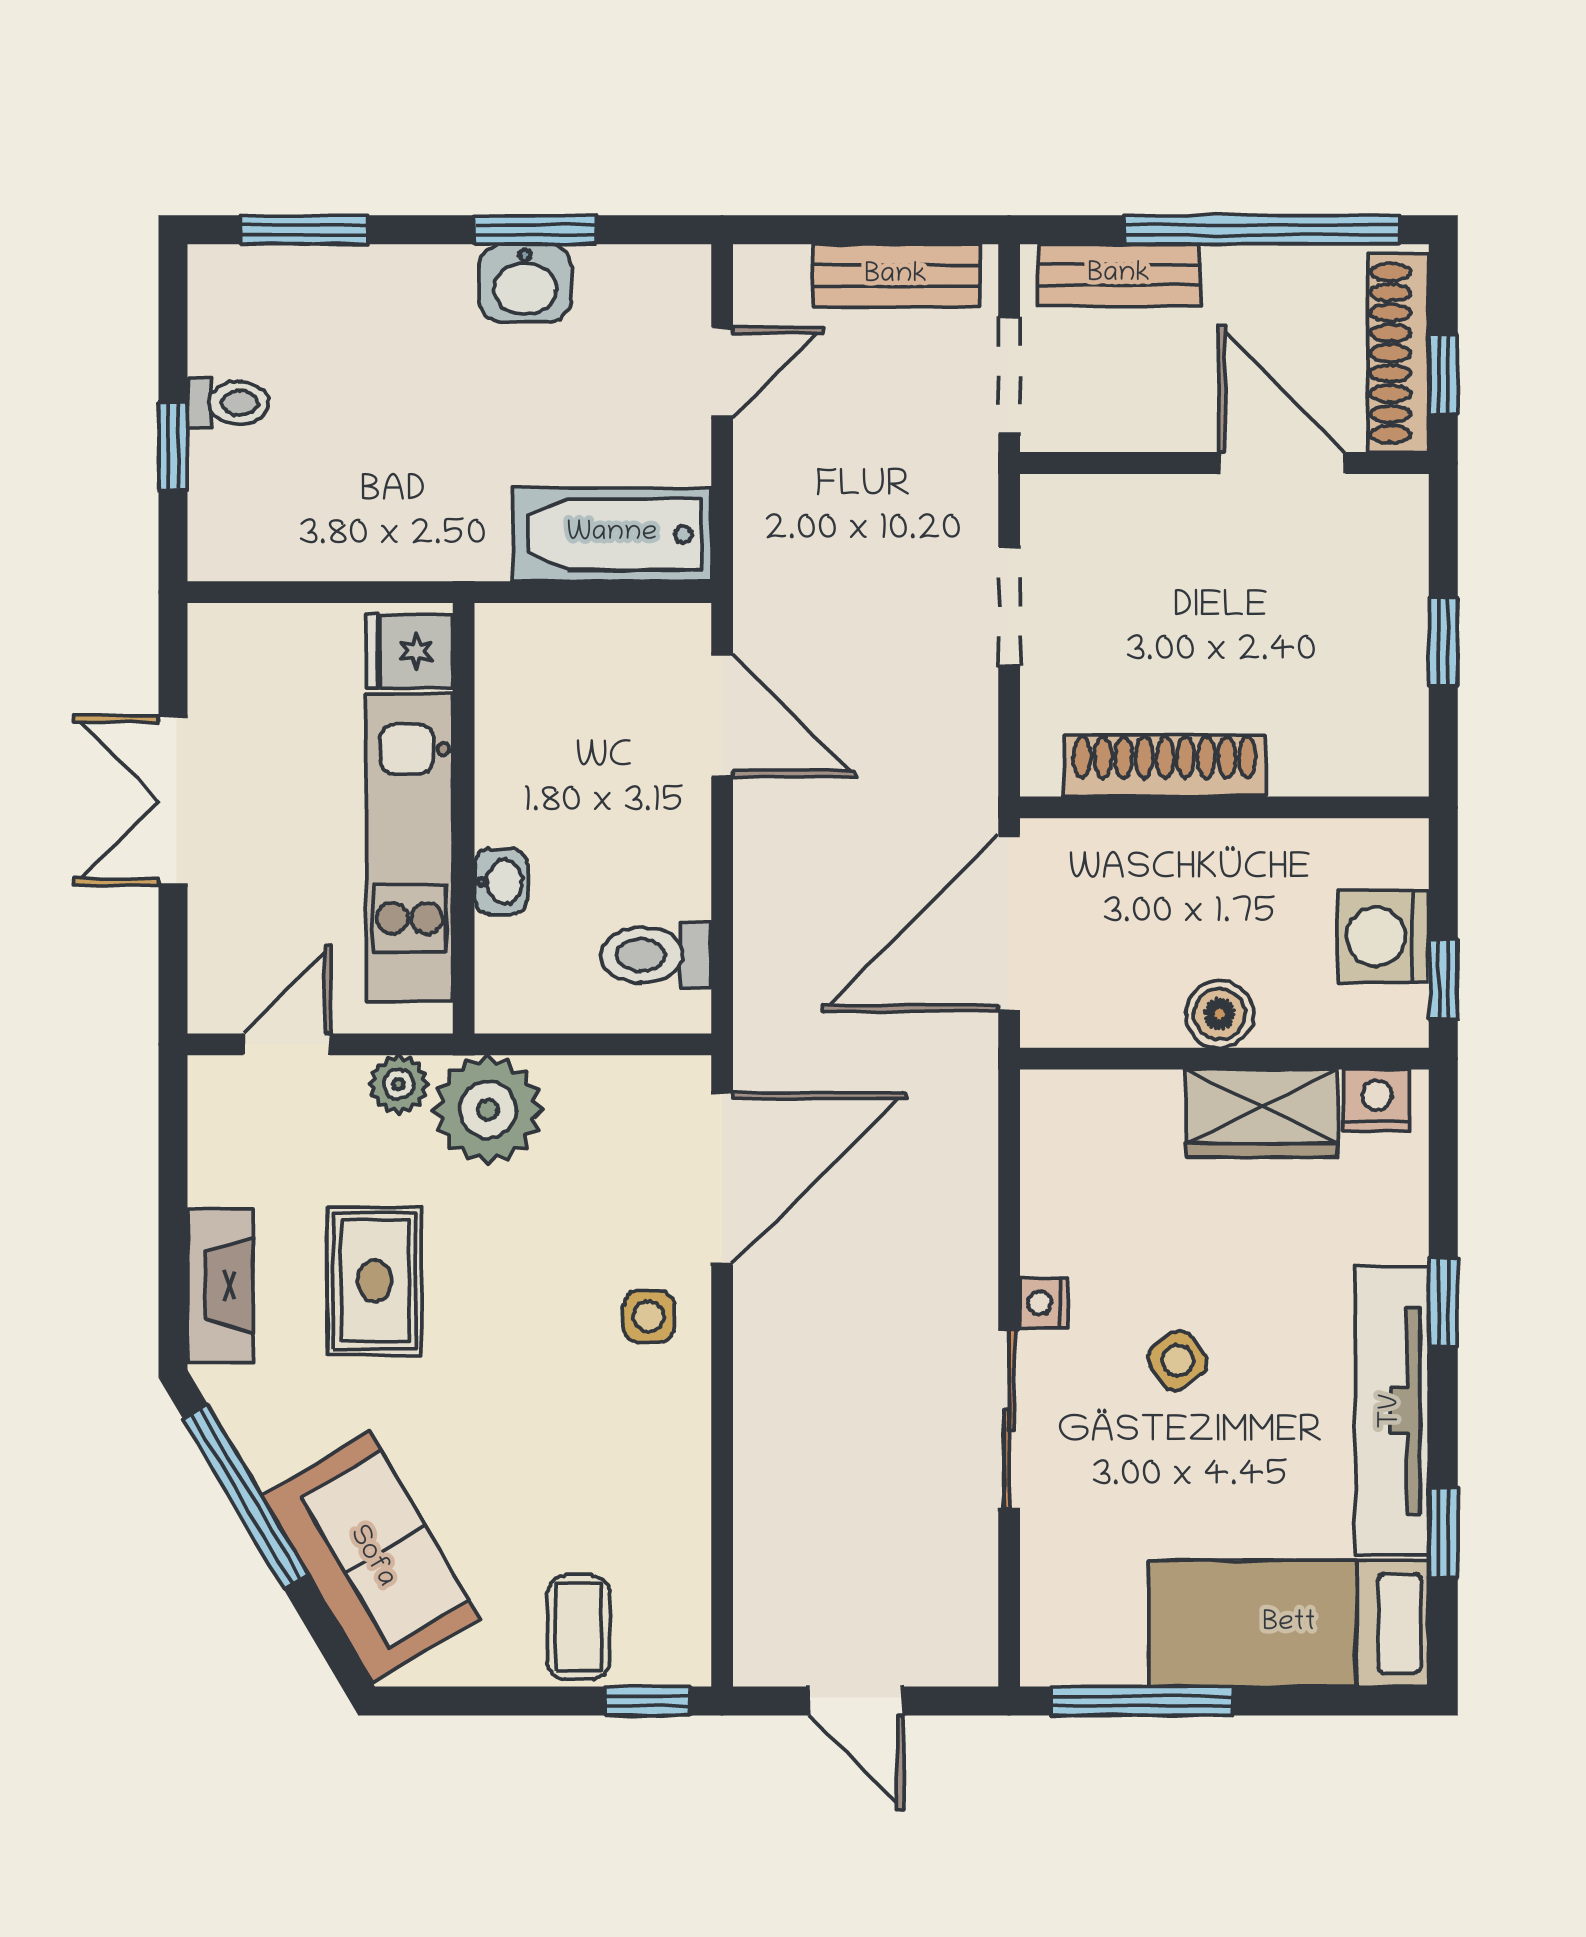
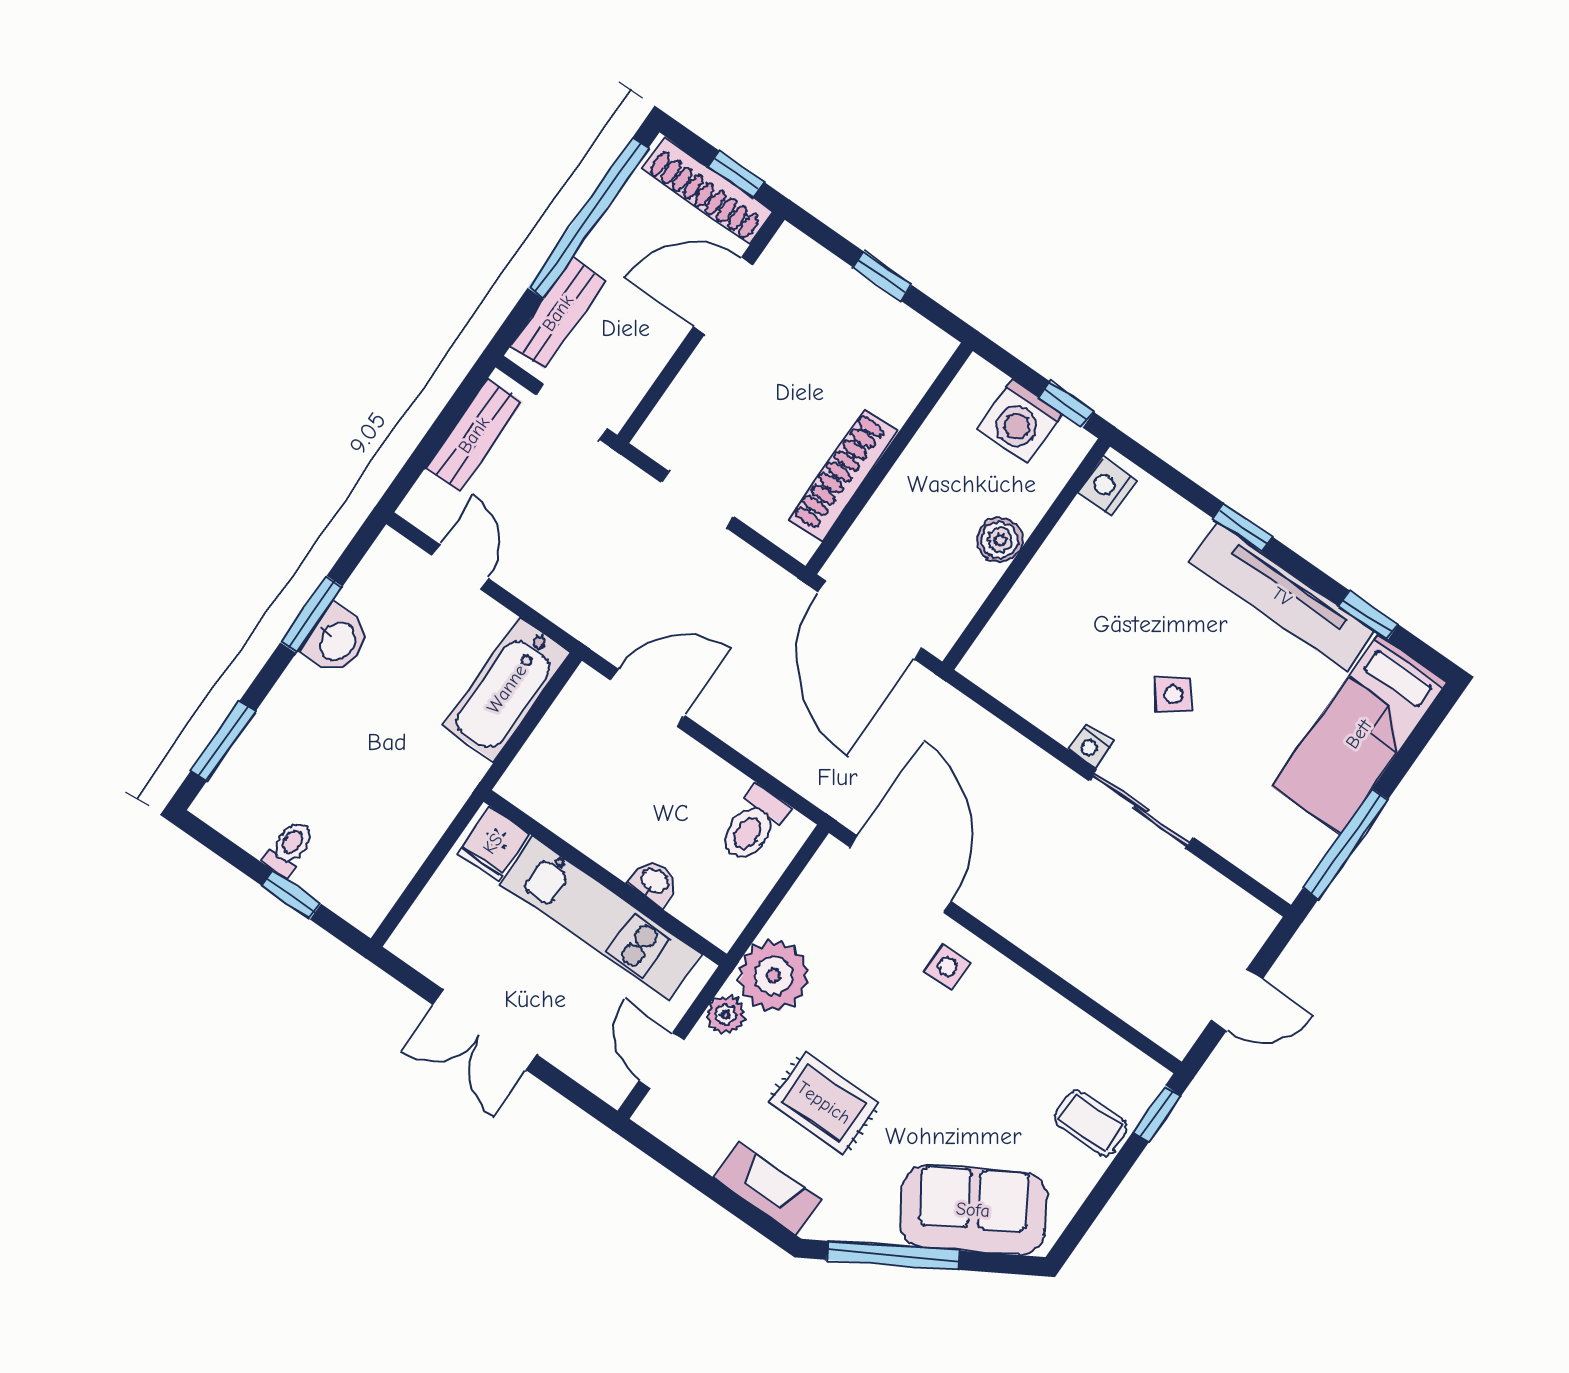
wardrobe: (1262, 1113) -> (1070, 554), removed

